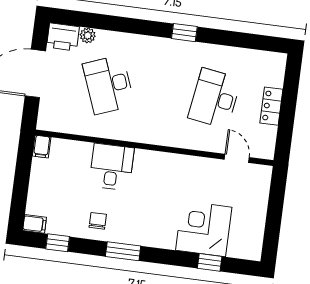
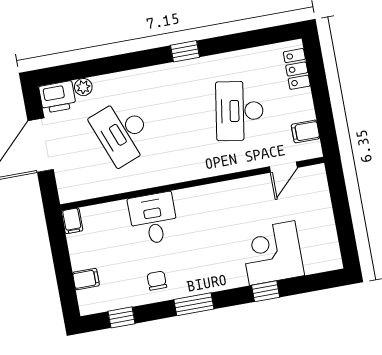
locker: (271, 106) -> (297, 69), moved
filing cabinet: (265, 134) -> (306, 131), added
door: (237, 158) -> (283, 167), swing flipped
filing cabinet: (35, 224) -> (86, 279), moved
window: (210, 262) -> (266, 291), moved

